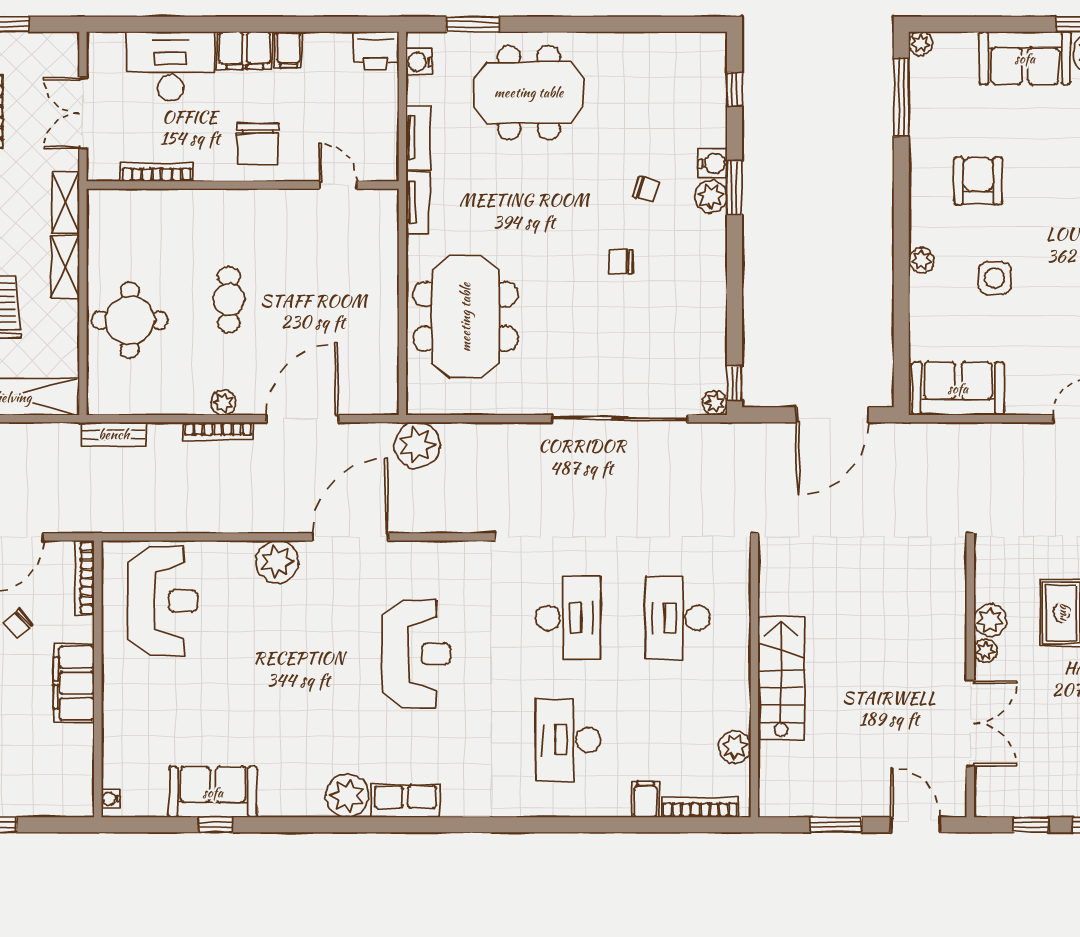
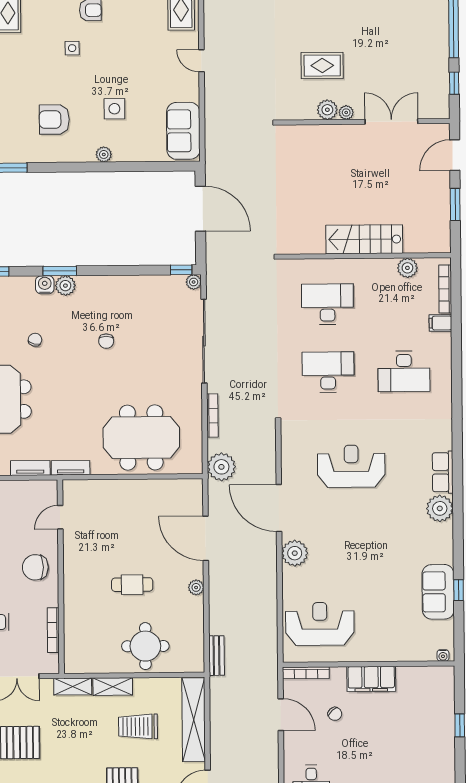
chair: (258, 144) -> (35, 567), turned 180
chair: (646, 189) -> (35, 340), moved
bookcase: (218, 431) -> (212, 416), moved
desk: (677, 618) -> (327, 304), turned 180

